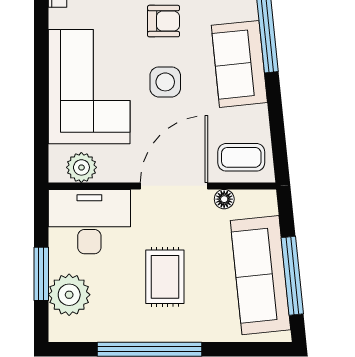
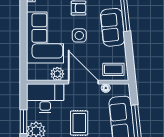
plant: (81, 167) -> (57, 74), moved
door: (174, 186) -> (83, 82), hinge flipped

